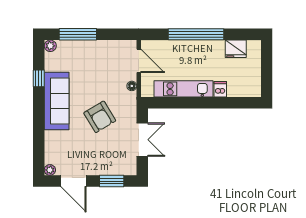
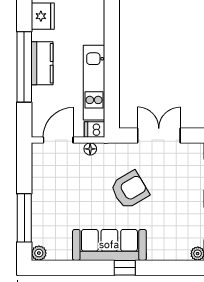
kitchen counter: (199, 48) -> (42, 63), added
window: (39, 78) -> (125, 268), moved
dishwasher: (220, 89) -> (94, 130), moved

